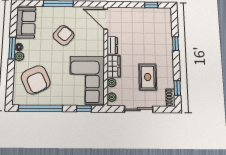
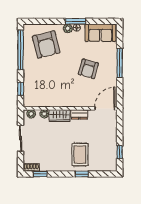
armchair: (64, 35) -> (88, 69), turned 66
rug: (148, 77) -> (80, 155), moved, turned 90
armchair: (36, 80) -> (46, 44), turned -79
corner sofa: (87, 80) -> (46, 91), removed

